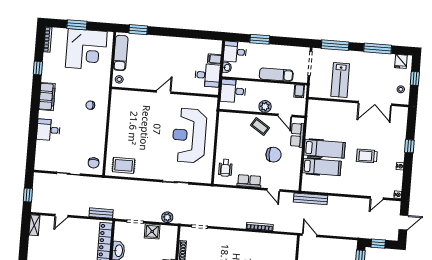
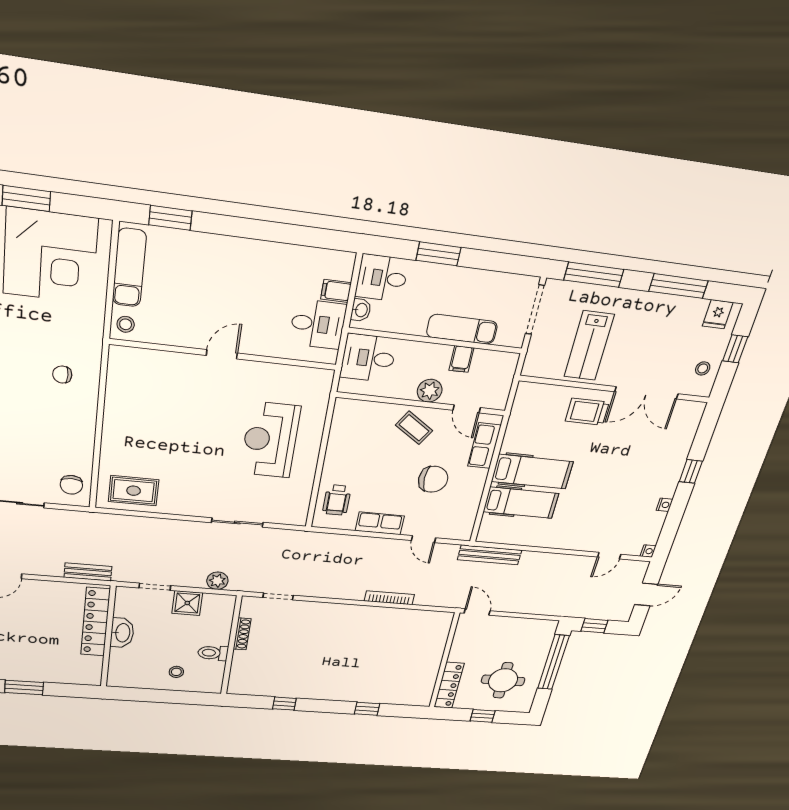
filing cabinet: (299, 91) -> (461, 359), moved
reception desk: (189, 135) -> (270, 440), width x0.74, depth x0.77
trolley: (367, 156) -> (587, 412), moved

